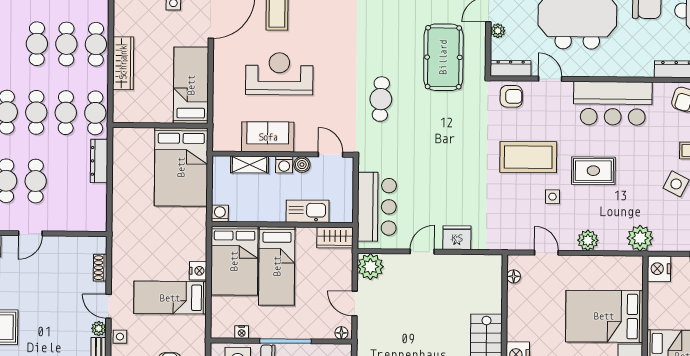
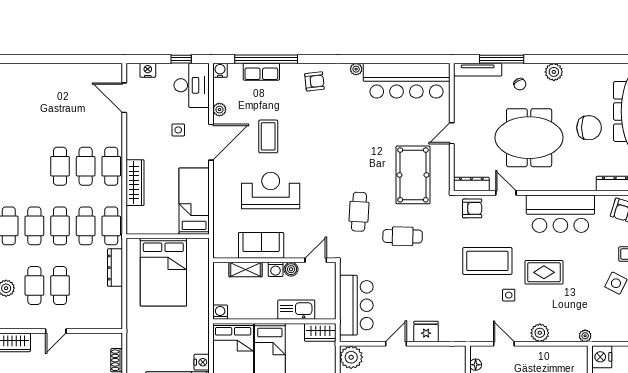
plant: (498, 31) -> (460, 152), removed
cafe table: (431, 128) -> (403, 236), added
door: (331, 155) -> (316, 260), hinge flipped
bed: (181, 167) -> (163, 272), moved
plant: (640, 238) -> (585, 336), width x0.53, depth x0.53

